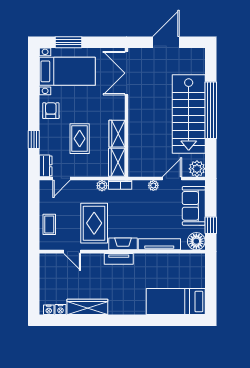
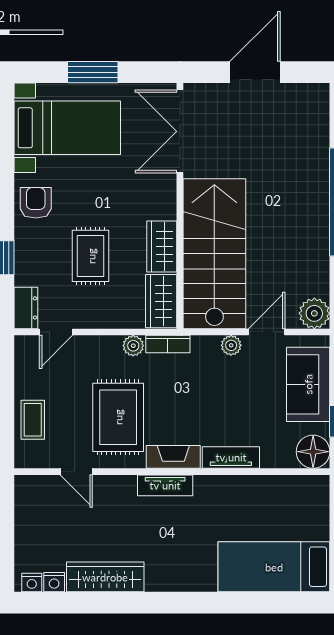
window: (69, 42) -> (93, 72), moved
stairs: (189, 114) -> (214, 254), moved, turned 180
tv unit: (159, 244) -> (231, 457), width x0.71

